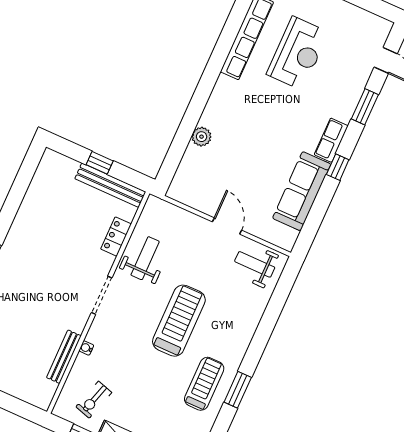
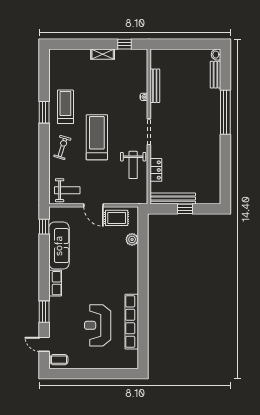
coffee table: (374, 29) -> (59, 360), added
plant: (202, 137) -> (132, 239), moved
window: (338, 167) -> (44, 227), moved
rug: (202, 194) -> (117, 218), added
treadmill: (179, 321) -> (97, 137), turned 180
treadmill: (204, 384) -> (65, 107), turned 180
exercise bike: (94, 400) -> (62, 147), moved

